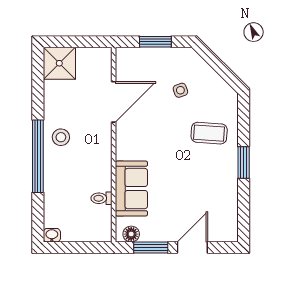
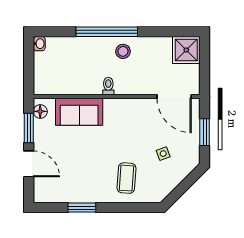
door: (114, 102) -> (174, 96), moved
window: (244, 163) -> (82, 208), moved
toilet: (101, 198) -> (108, 86), moved

